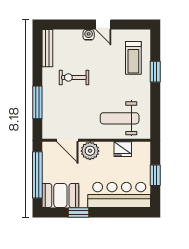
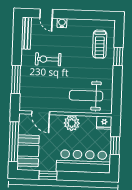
door: (103, 24) -> (46, 14), moved
fridge: (123, 149) -> (104, 123), moved
plant: (90, 151) -> (72, 123), moved
booth: (60, 195) -> (28, 151), moved, turned 90

